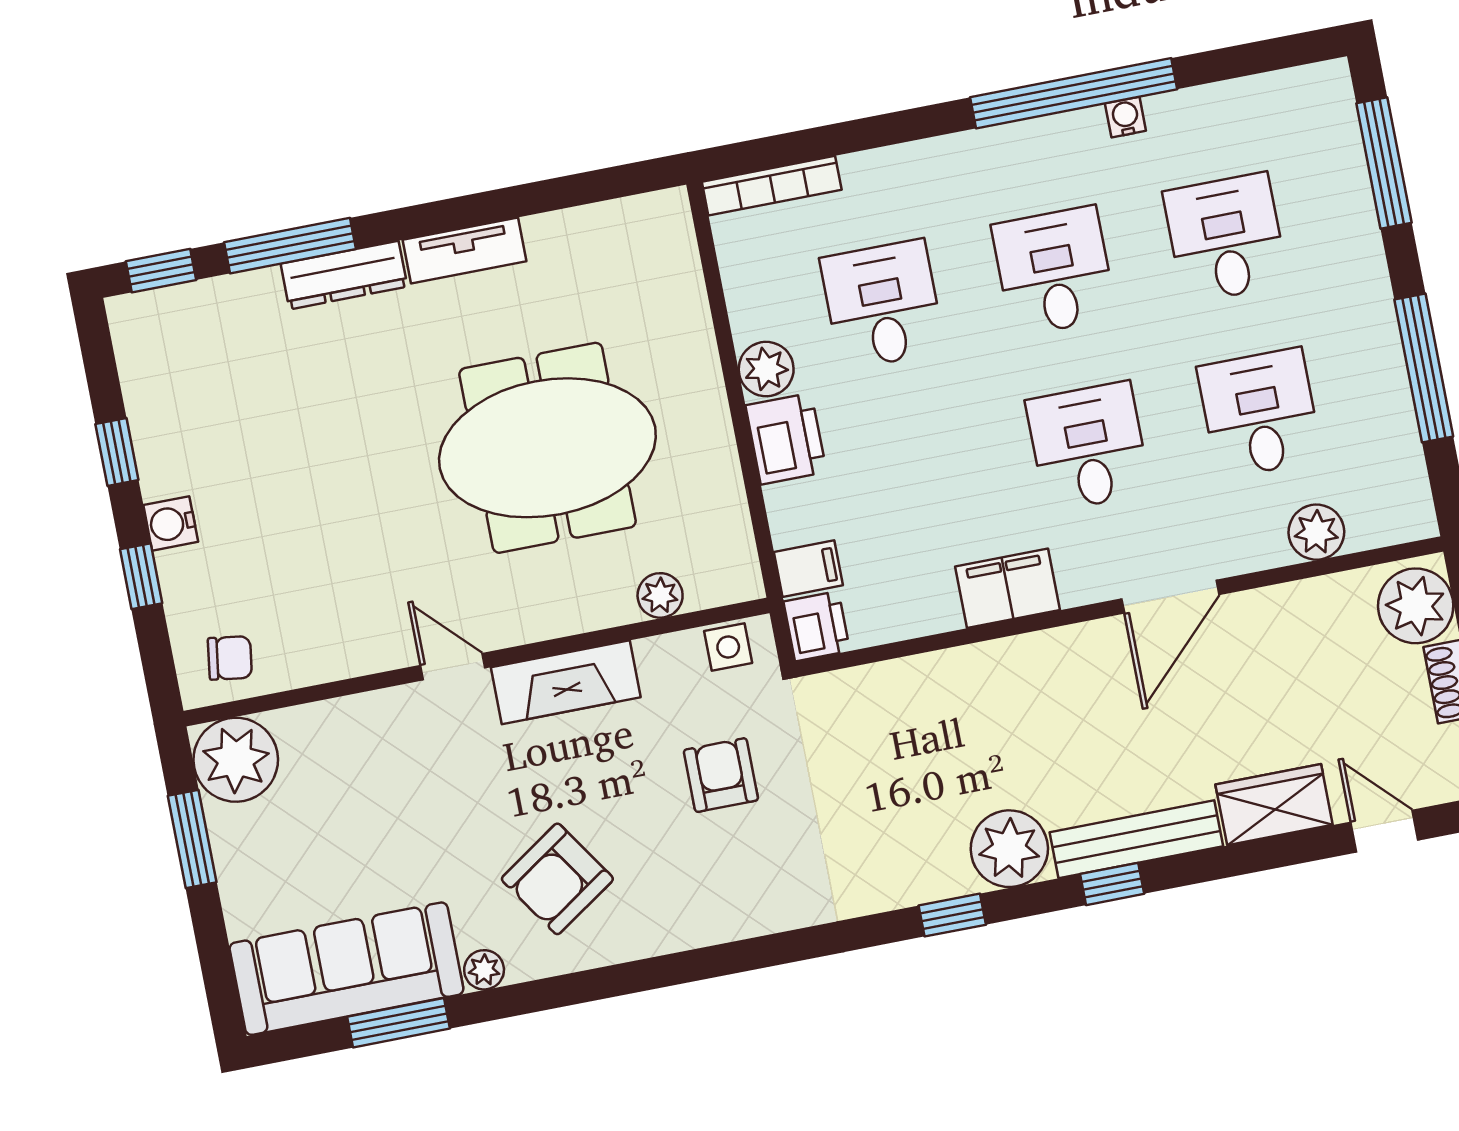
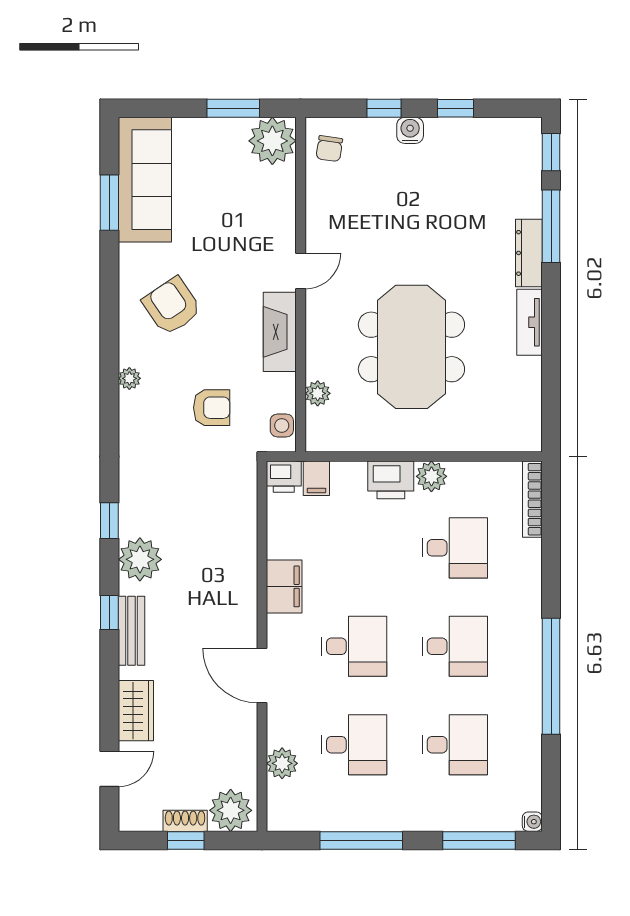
water cooler: (1125, 117) -> (532, 822), moved
bench: (1136, 839) -> (131, 631), width x0.73
plant: (484, 970) -> (129, 378), moved

